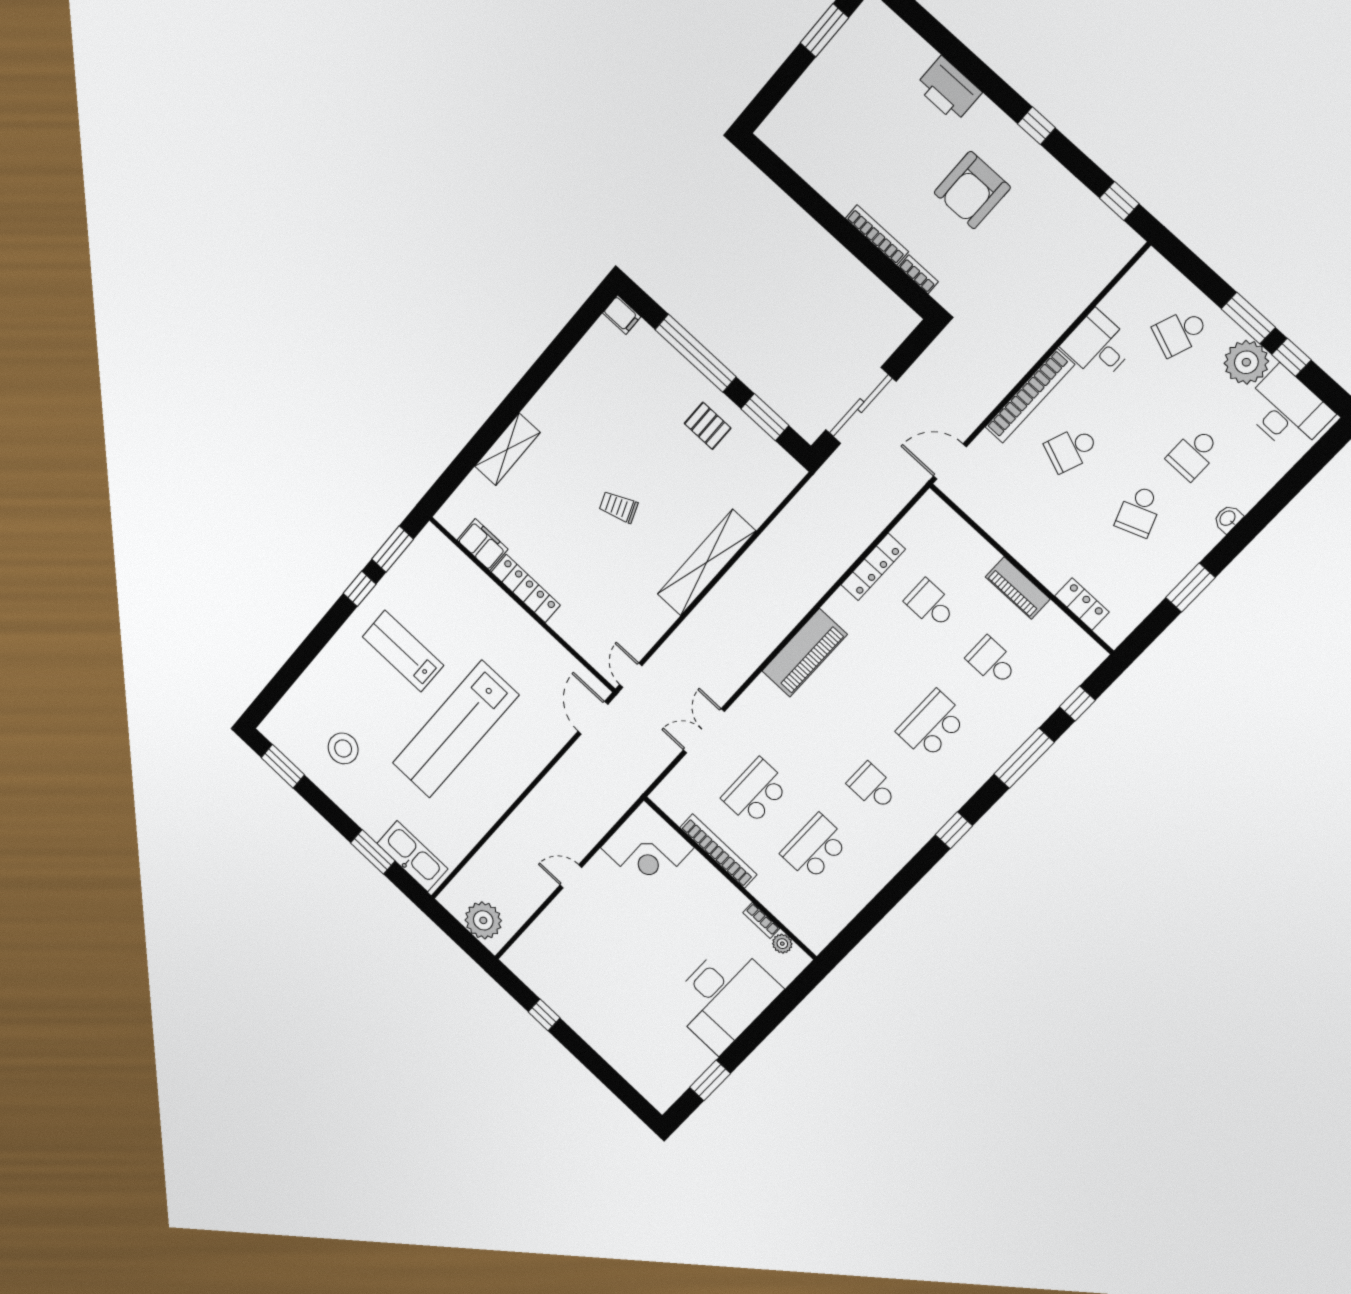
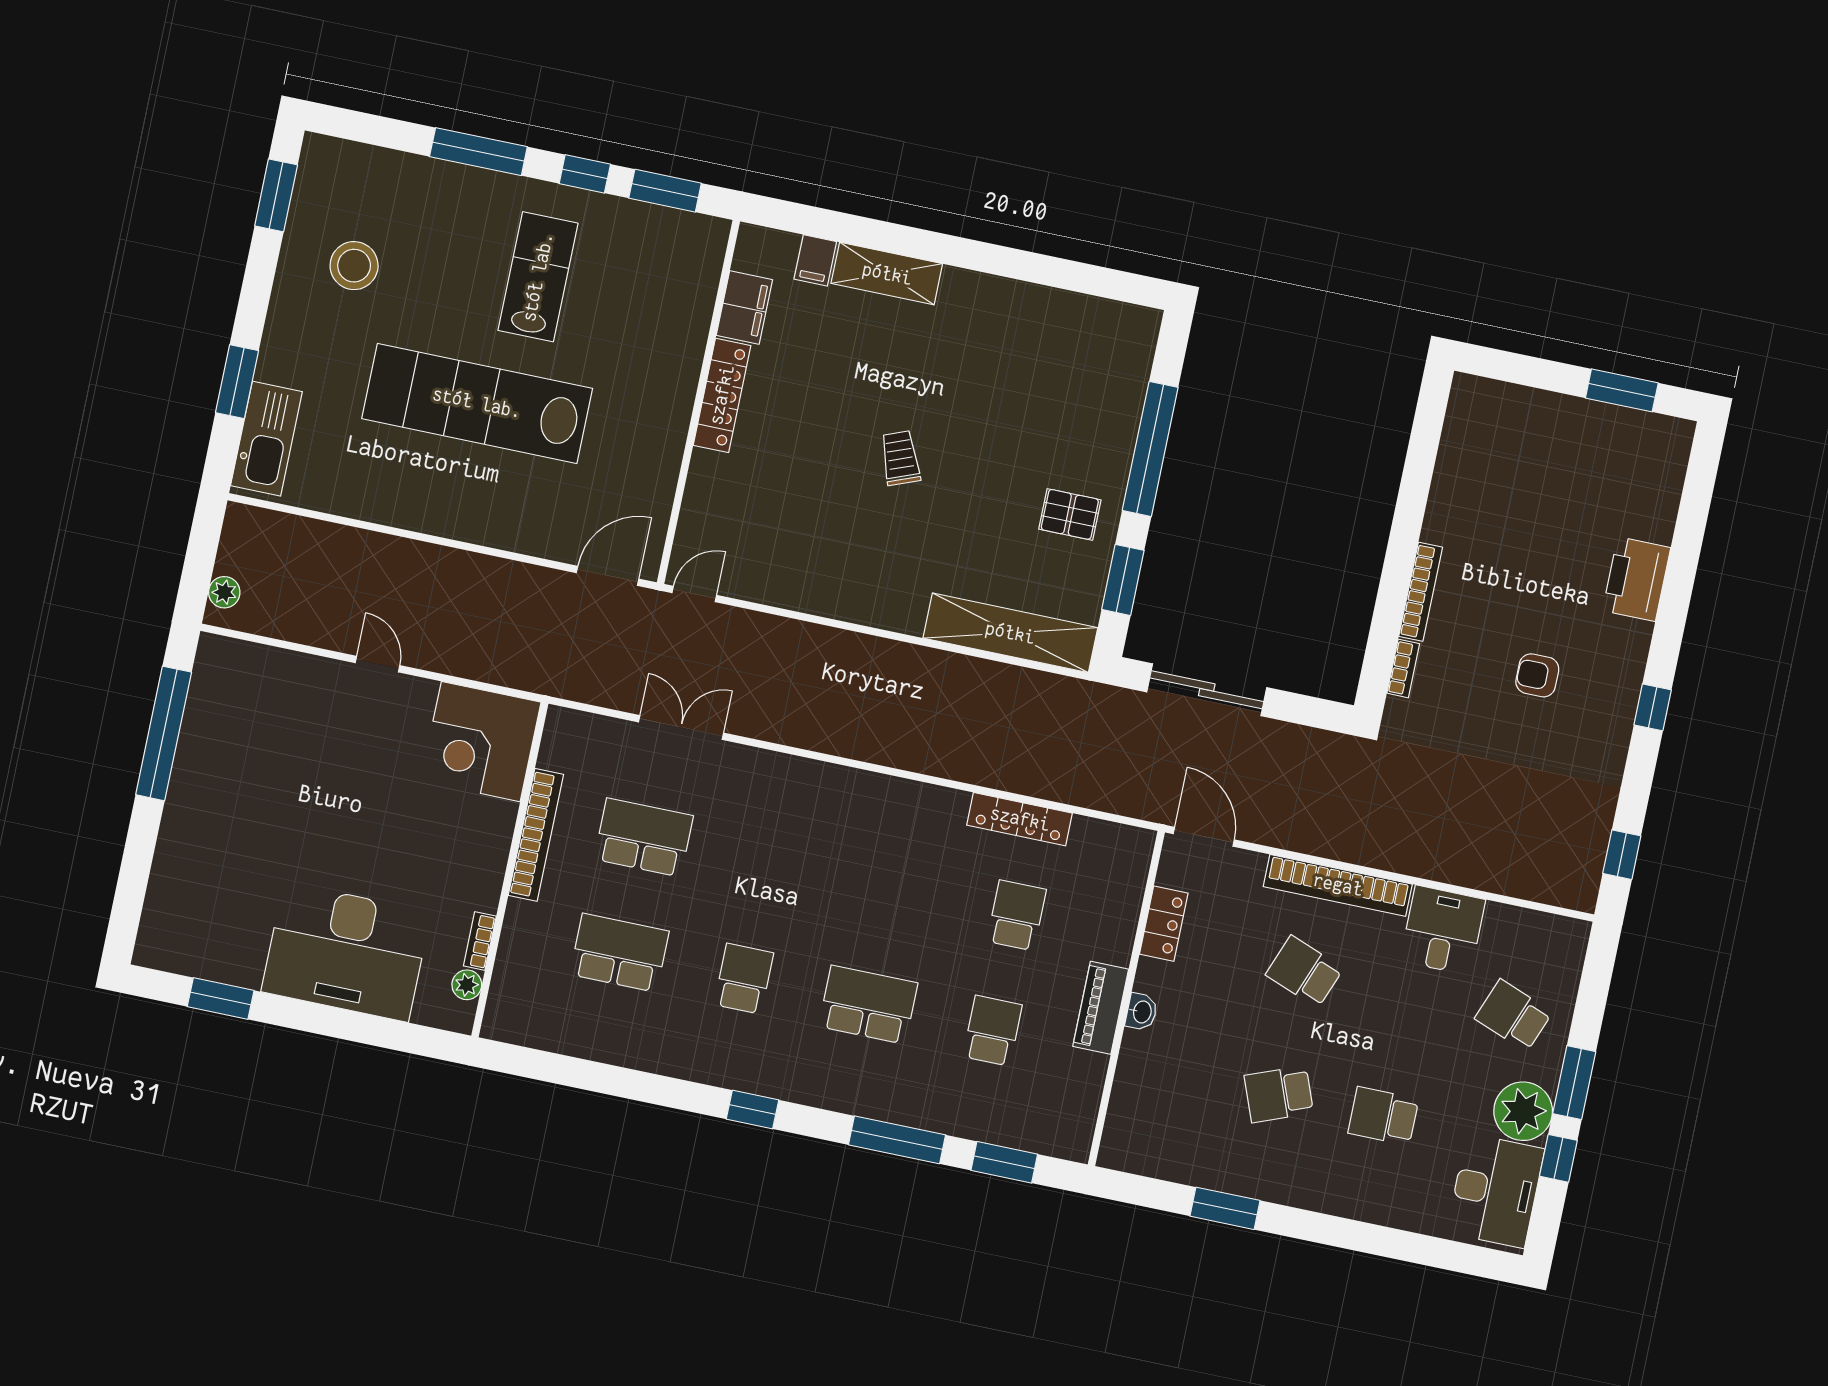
armchair: (972, 190) -> (1537, 675), width x0.53, depth x0.53
filing cabinet: (622, 315) -> (815, 260), moved
pallet: (708, 426) -> (1070, 514), turned 90
washbasin: (1228, 519) -> (1141, 1012), moved, turned 90
shelving: (706, 563) -> (1010, 633), moved
locker: (1082, 604) -> (1164, 924), moved
window: (316, 641) -> (478, 152), added
piano: (805, 653) -> (860, 797), removed
window: (1077, 703) -> (1004, 1162), width x1.50
plant: (483, 920) -> (224, 592), width x0.53, depth x0.53
window: (544, 1015) -> (164, 733), width x3.17

